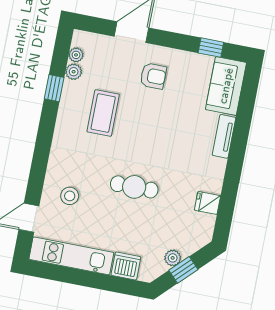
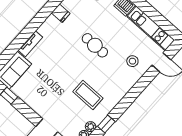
armchair: (153, 76) -> (49, 99), removed
coffee table: (103, 113) -> (88, 95), turned 90

